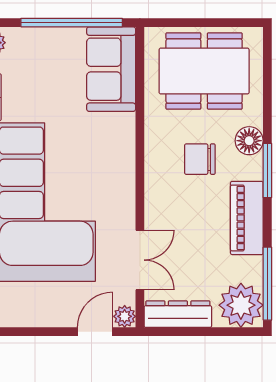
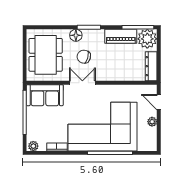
chair: (200, 159) -> (84, 57), turned 106
piano: (247, 218) -> (121, 36), moved
double door: (140, 260) -> (82, 83), moved
plant: (125, 316) -> (152, 122), moved

